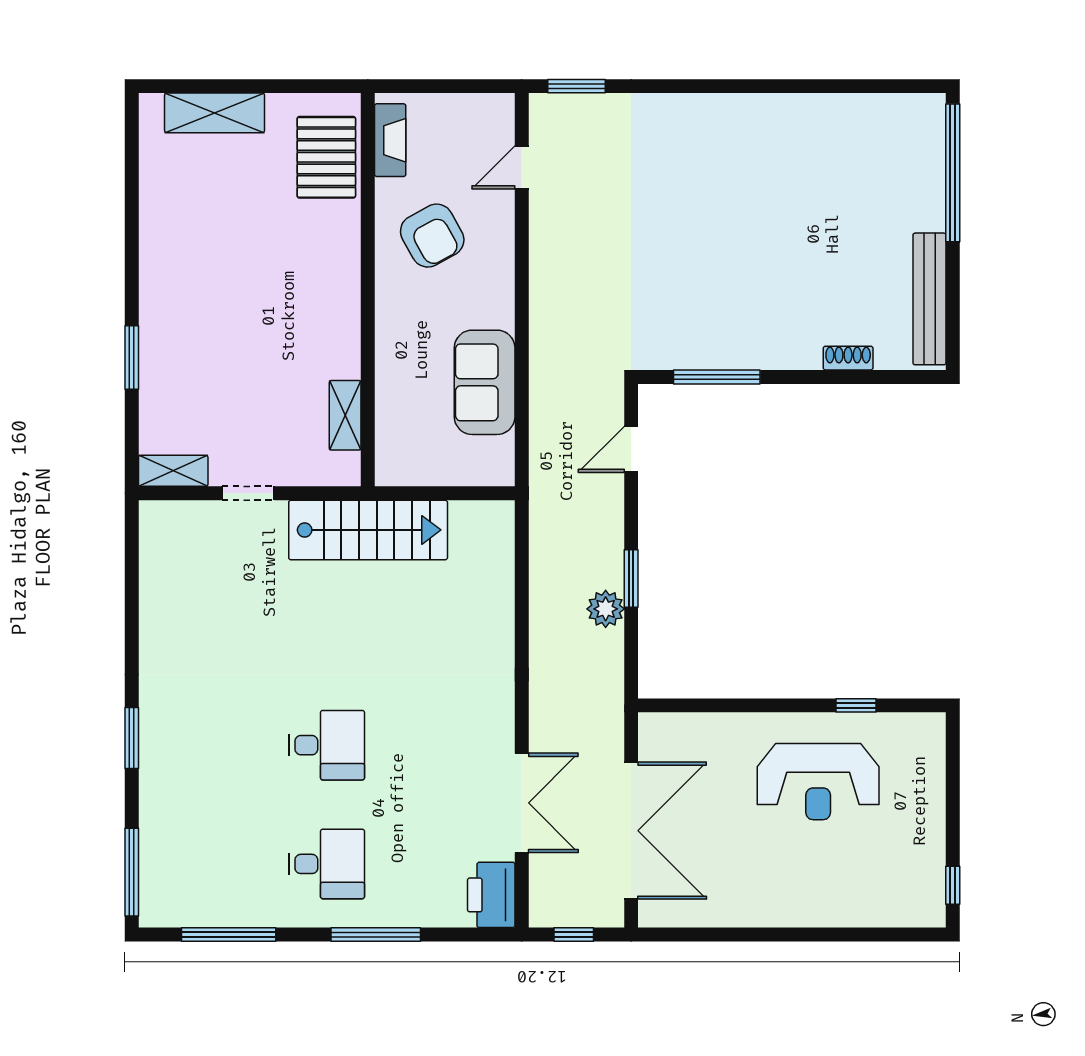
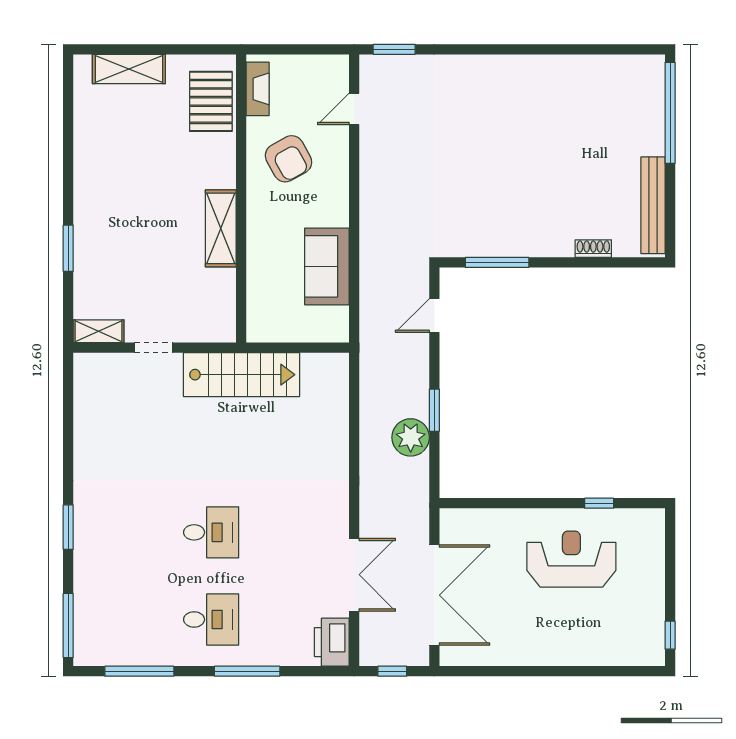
shelving: (345, 415) -> (221, 228), moved, width x1.50, depth x1.33
plant: (606, 609) -> (411, 437), width x1.36, depth x1.36
reception desk: (818, 782) -> (571, 559), turned 180

